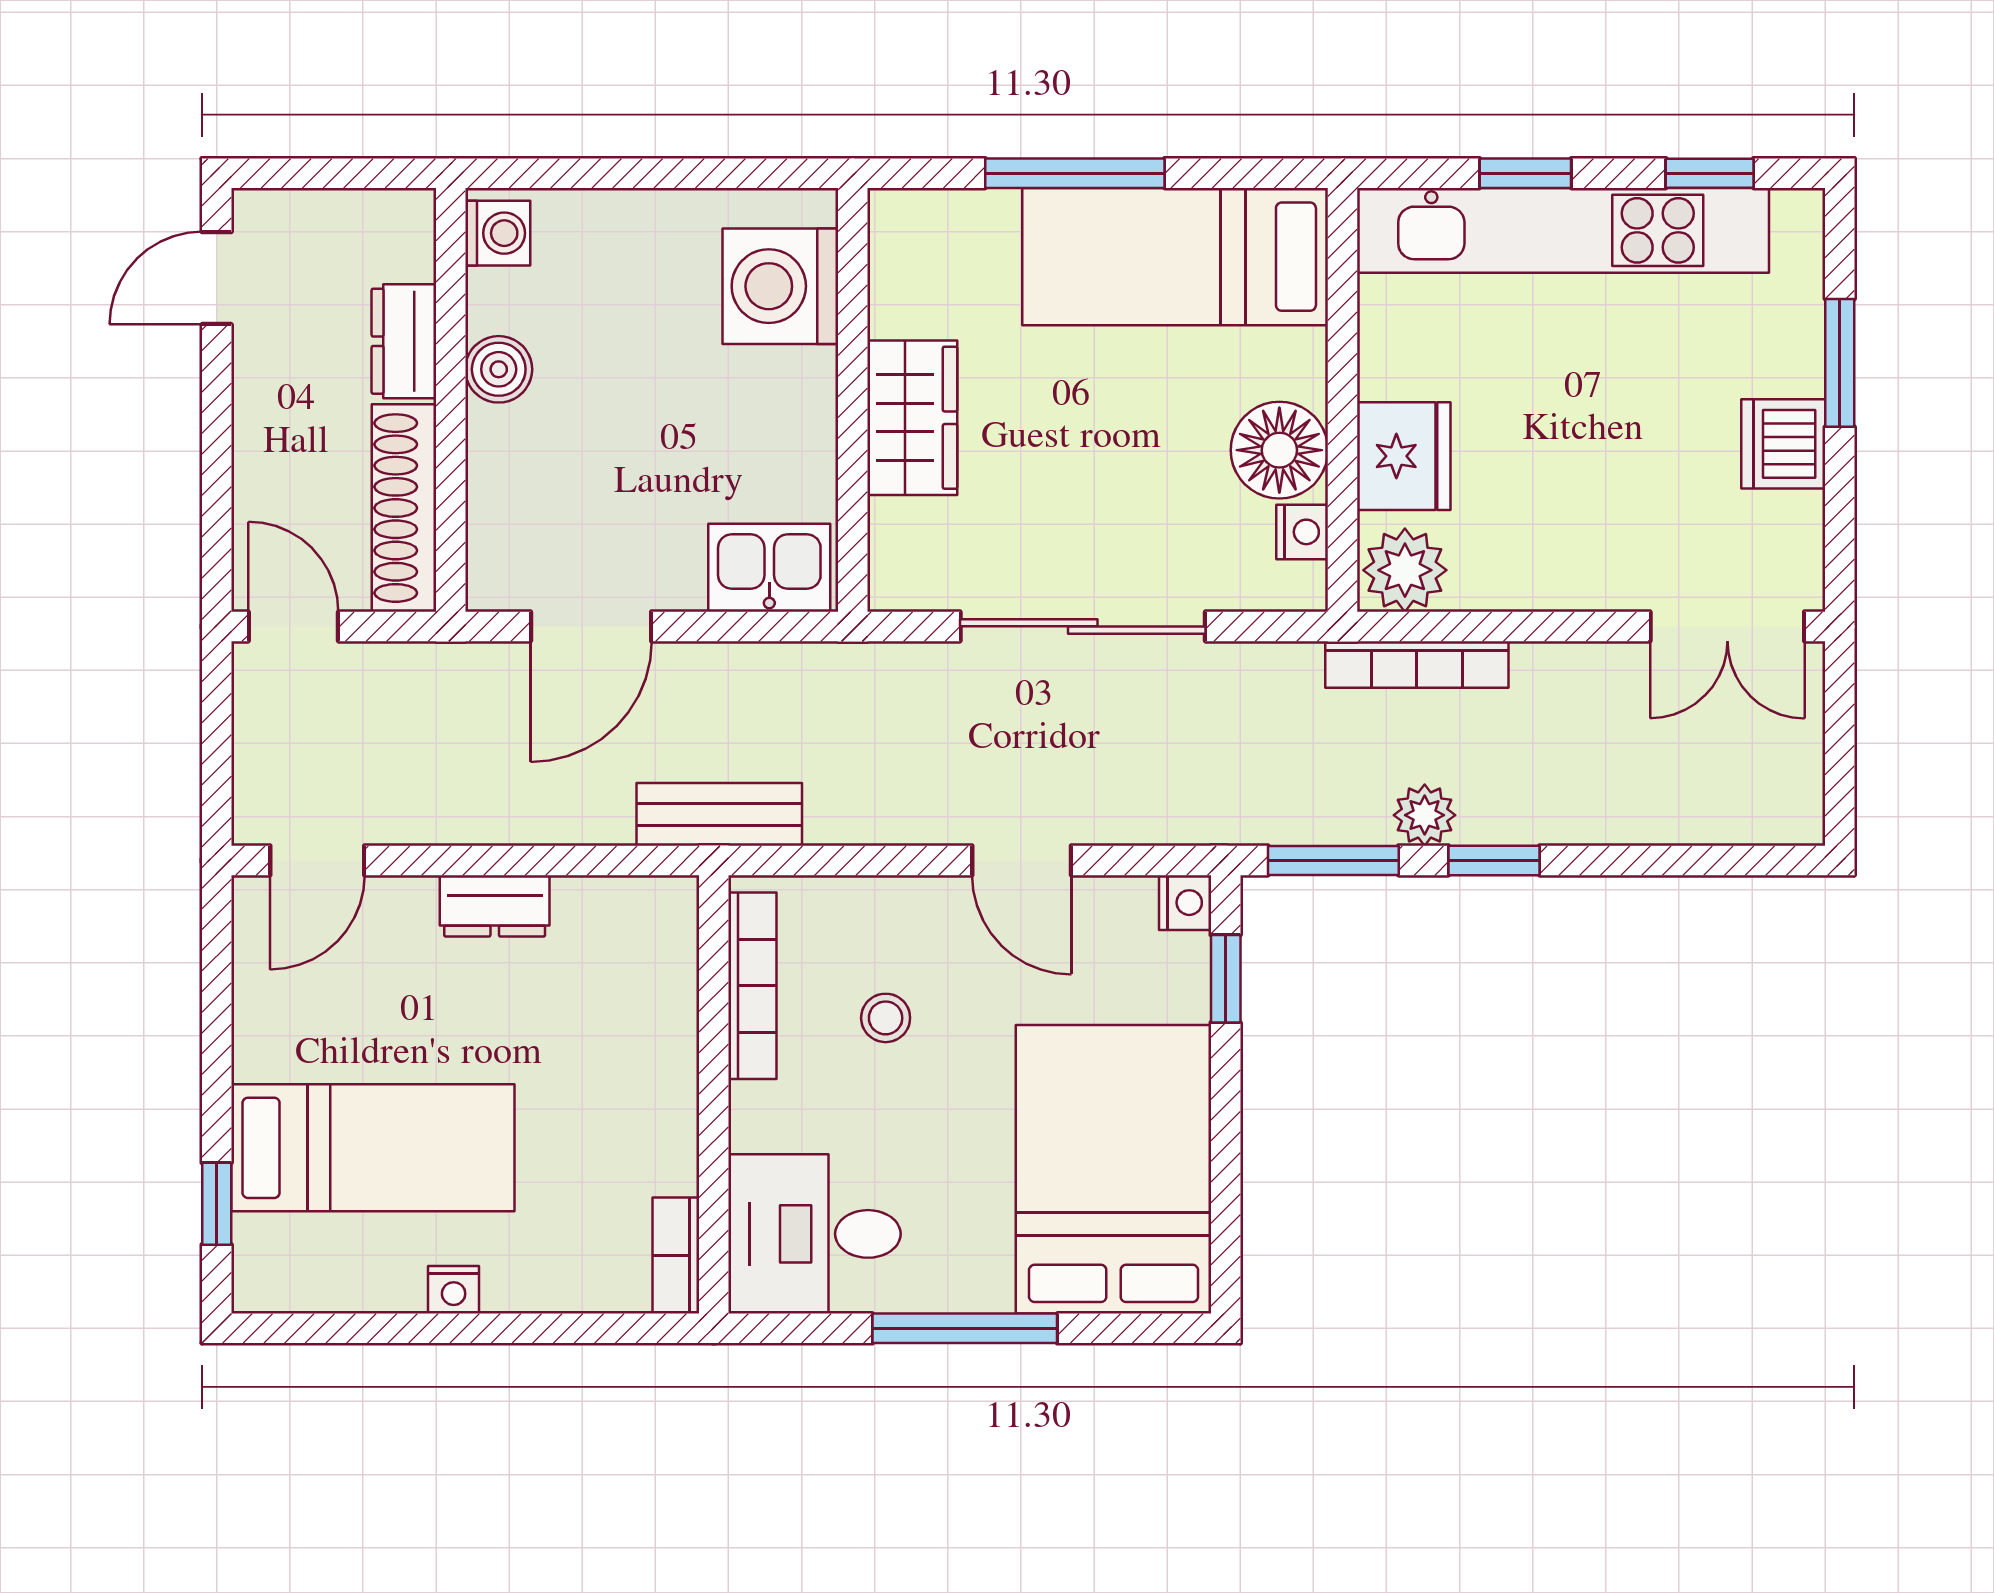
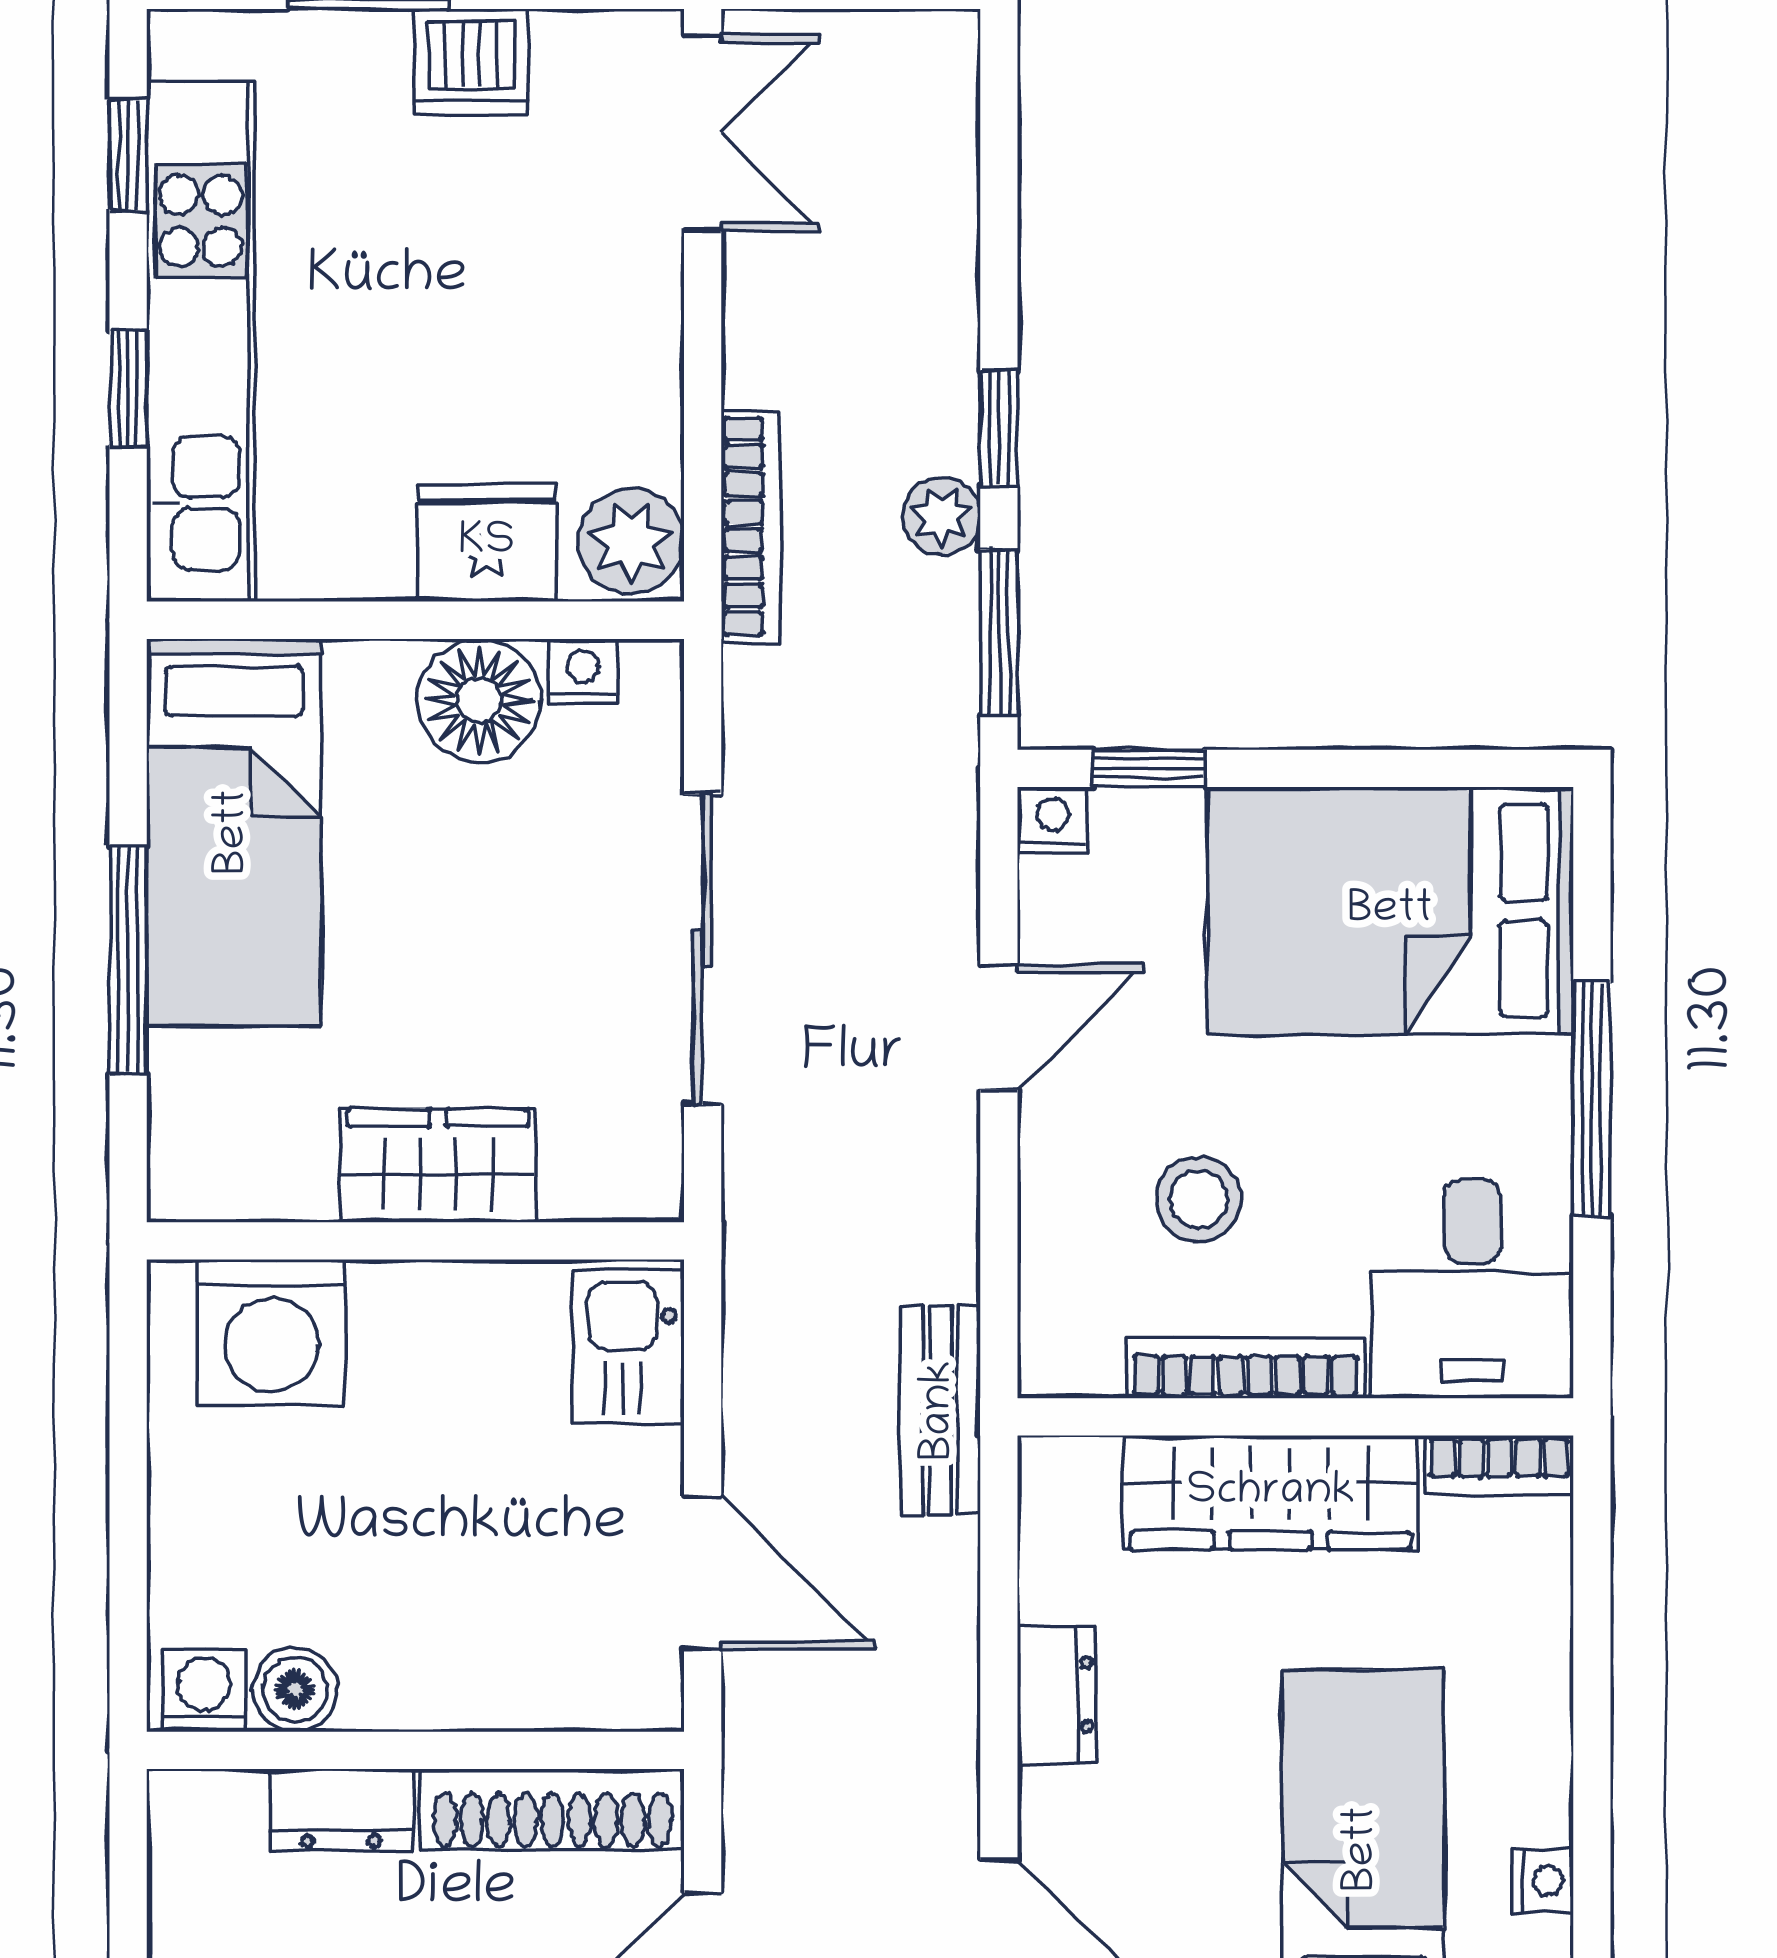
boiler: (499, 369) -> (295, 1690), moved
bookcase: (752, 986) -> (1245, 1368), moved
stool: (886, 1018) -> (1198, 1199), width x1.37, depth x1.37
wardrobe: (654, 1075) -> (1271, 1493), added
nightstand: (454, 1290) -> (1543, 1881), moved

